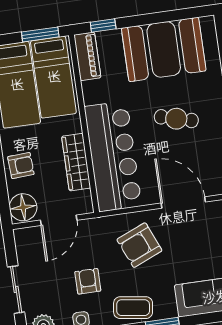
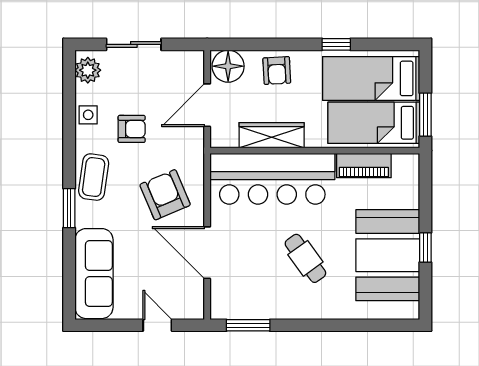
window: (103, 26) -> (425, 247), moved
piano: (87, 56) -> (364, 165), moved
cafe table: (176, 119) -> (305, 258), turned -51
door: (183, 202) -> (207, 253), swing flipped
door: (59, 220) -> (207, 105), hinge flipped

